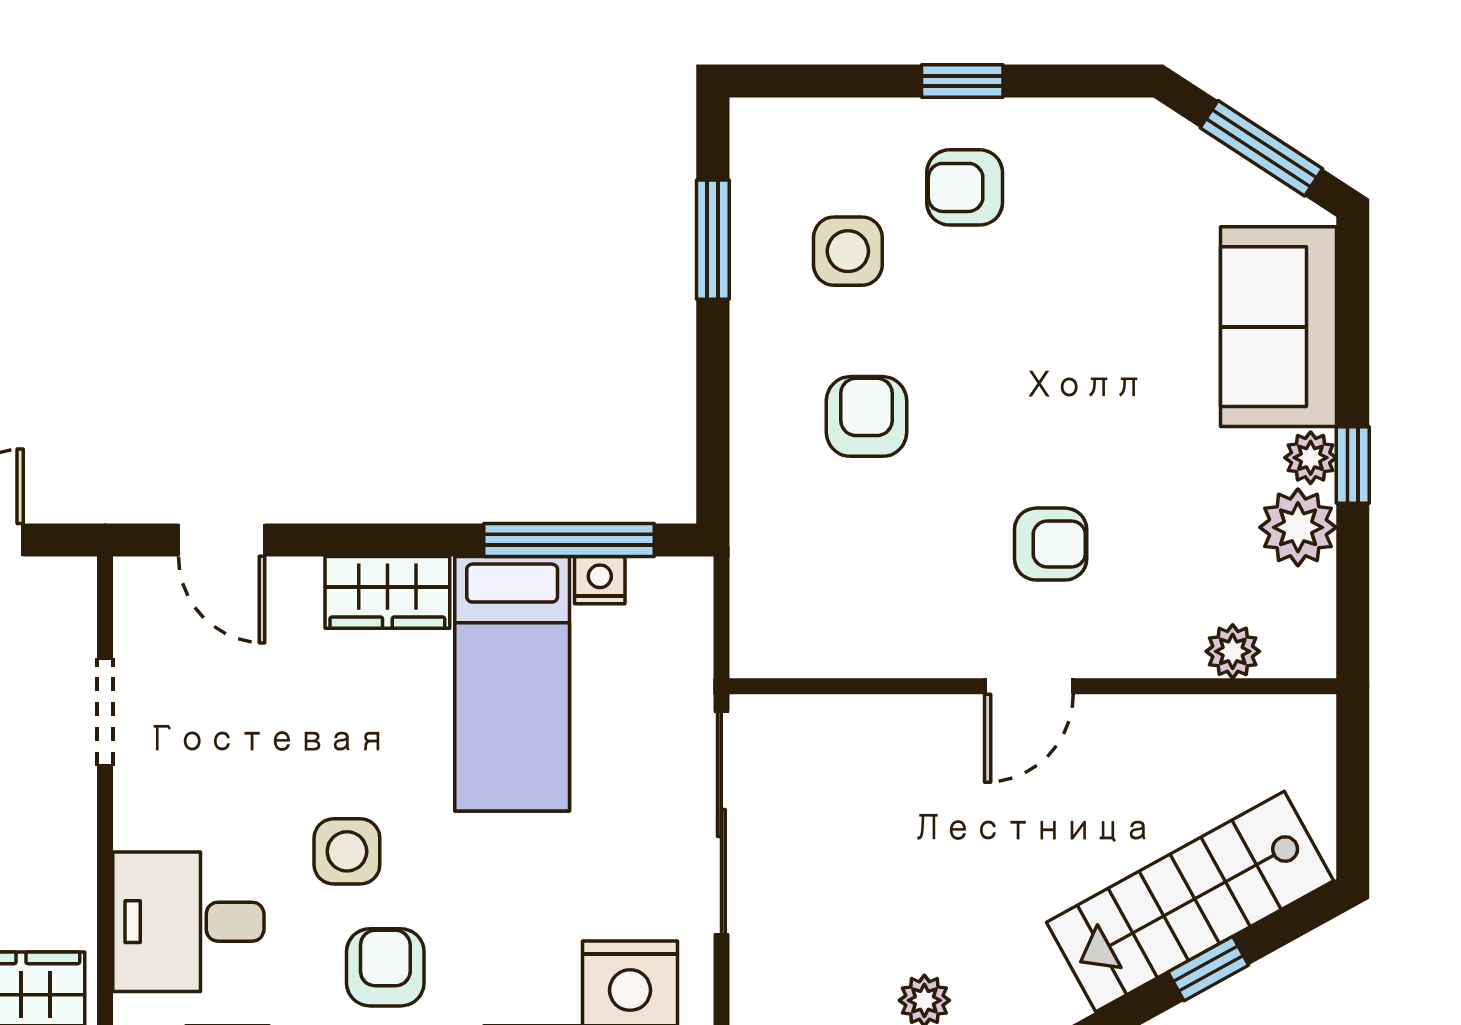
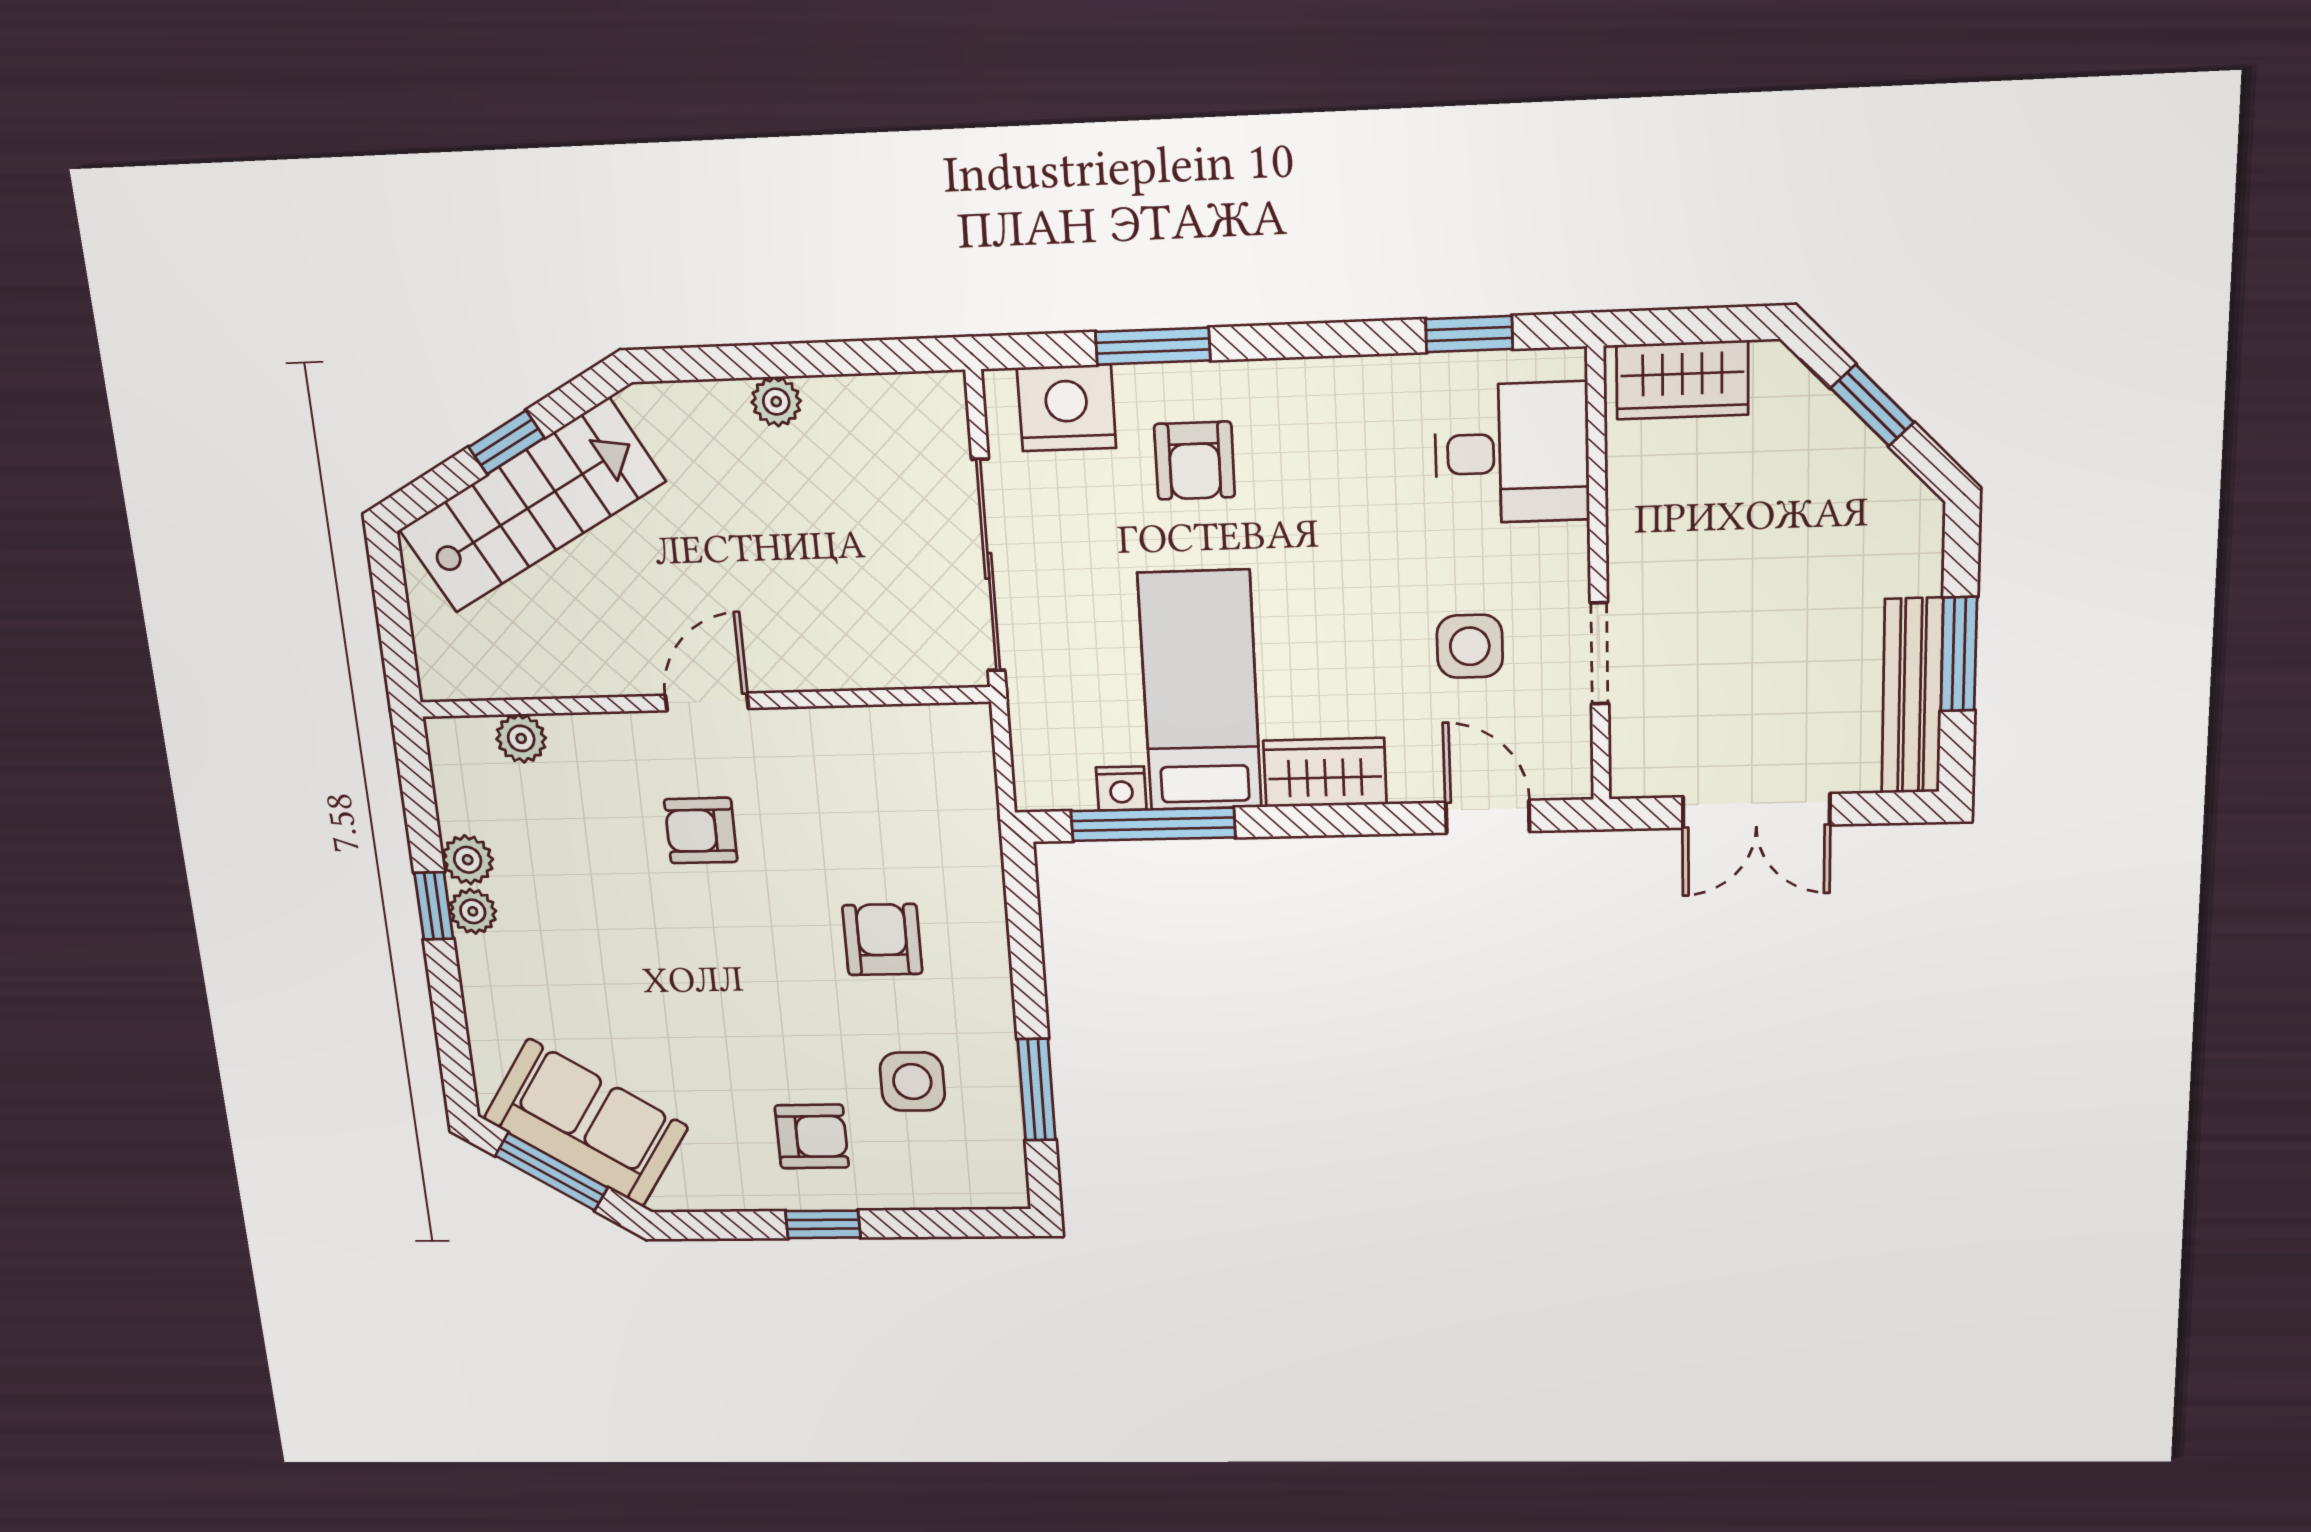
sofa: (1279, 327) -> (586, 1123), moved, turned -57
armchair: (866, 416) -> (882, 940), turned 180
plant: (1298, 527) -> (468, 860), width x0.73, depth x0.73
side table: (347, 851) -> (1470, 646), moved
armchair: (385, 967) -> (1195, 461), moved

